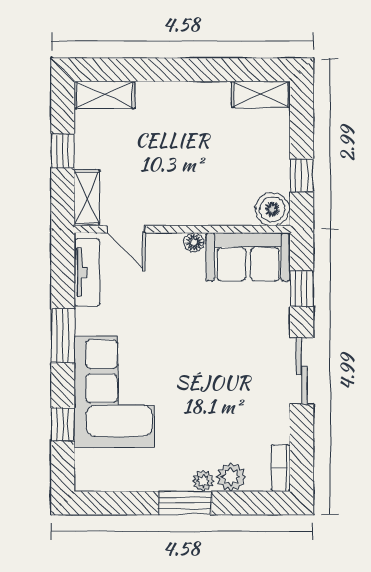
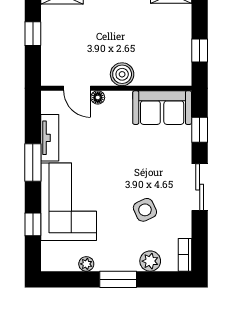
shelving: (87, 198) -> (50, 66), removed
boiler: (272, 209) -> (122, 74), moved
floor lamp: (194, 242) -> (98, 97), moved
tv unit: (87, 272) -> (50, 138), moved
side table: (223, 403) -> (145, 210), added
plant: (203, 481) -> (86, 264), moved

